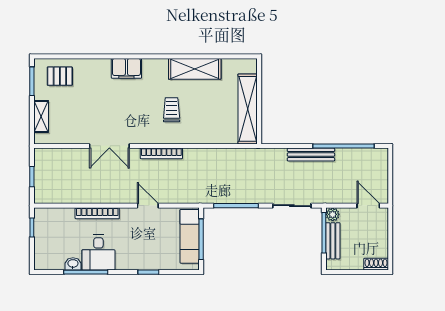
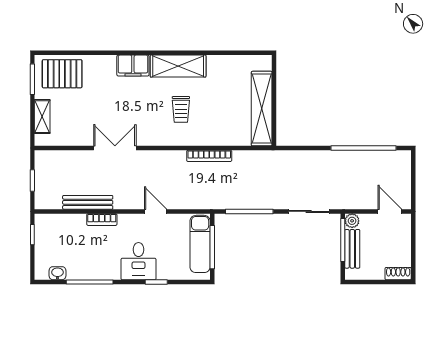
shelving: (195, 69) -> (178, 66), moved
pallet: (60, 76) -> (62, 74), width x1.50, depth x1.42
trolley: (172, 110) -> (181, 109), turned 180
double door: (109, 146) -> (115, 148), swing flipped
bookcase: (161, 153) -> (209, 156), moved
bench: (311, 155) -> (88, 202), moved
bookcase: (97, 213) -> (102, 220), width x0.64
desk: (98, 252) -> (139, 261), moved
washbasin: (73, 264) -> (57, 273), moved

